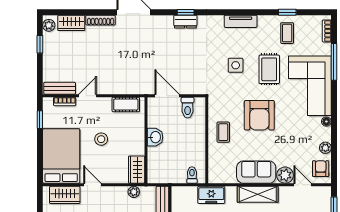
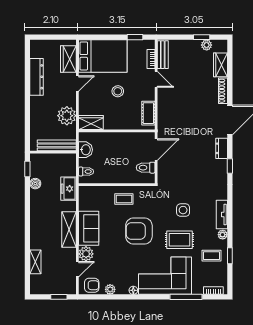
plant: (263, 21) -> (223, 235), added
dresser: (185, 22) -> (222, 148), moved
plant: (49, 25) -> (207, 45), moved
washbasin: (155, 137) -> (85, 150), moved, turned -90
plant: (134, 192) -> (67, 116), width x1.87, depth x1.87

